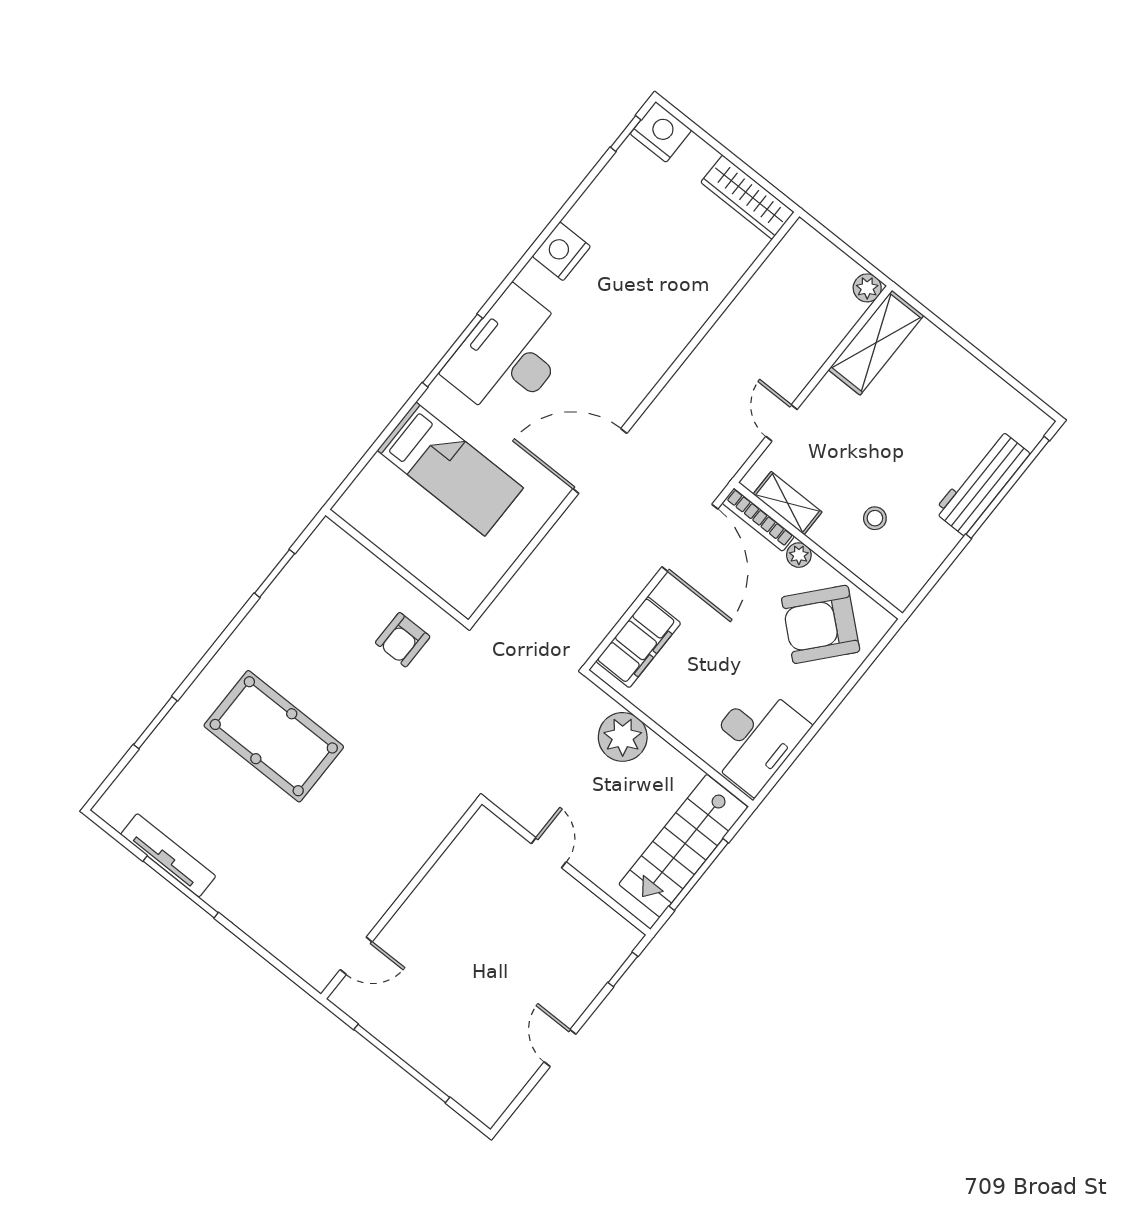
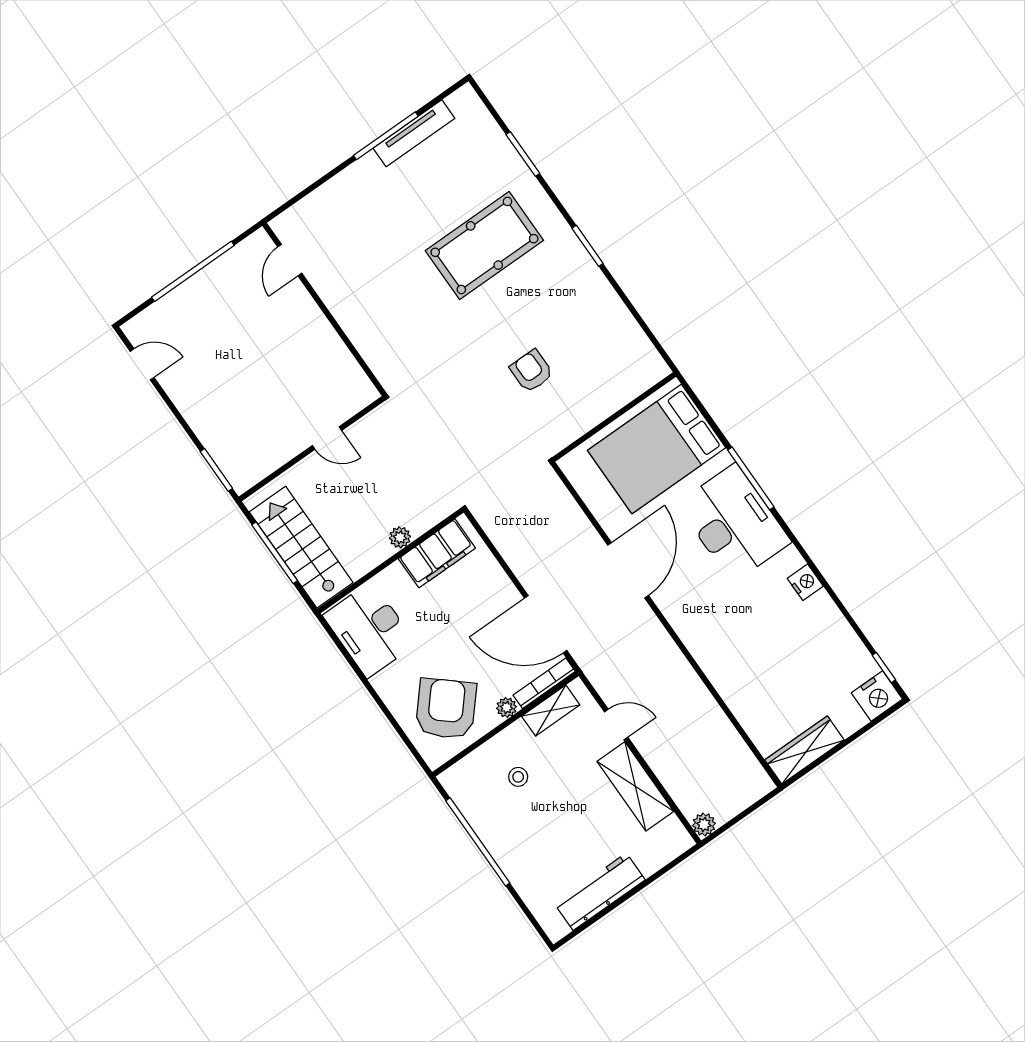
nightstand: (561, 251) -> (805, 582), width x0.74, depth x0.75
shelving: (876, 343) -> (635, 786), moved
bed: (450, 469) -> (657, 449), width x1.50
workbench: (982, 483) -> (600, 892), moved, turned -90
window: (1008, 487) -> (478, 842), moved
wall: (397, 568) -> (614, 417), moved
window: (275, 573) -> (587, 246), moved
filing cabinet: (638, 642) -> (437, 553), moved, turned -90
plant: (623, 737) -> (400, 537), width x0.53, depth x0.53
window: (623, 969) -> (216, 470), width x1.50
door: (560, 1048) -> (142, 364), moved

